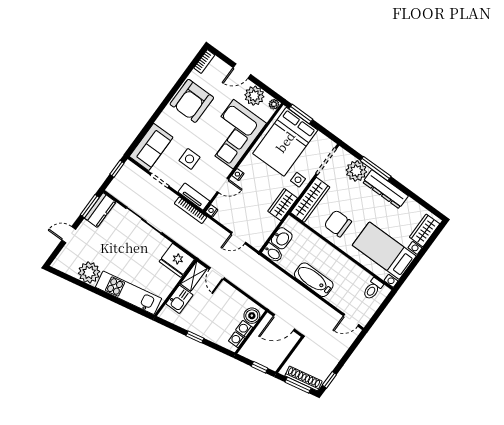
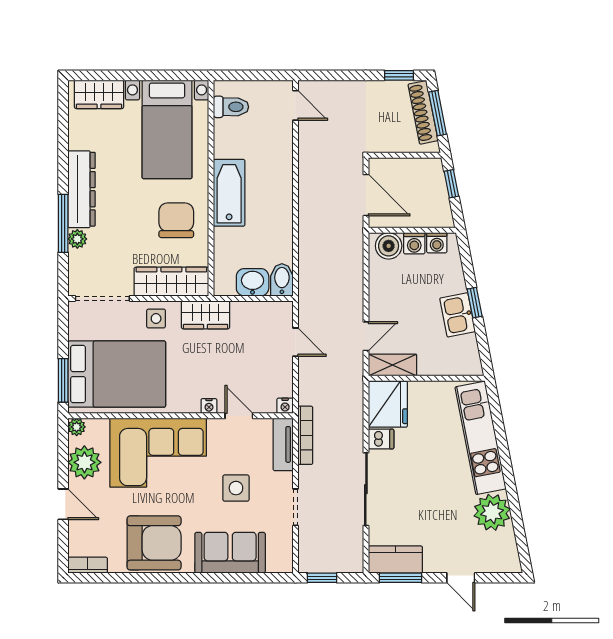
sofa: (151, 147) -> (230, 553), moved
plant: (356, 171) -> (77, 239), width x0.53, depth x0.53
chair: (338, 223) -> (176, 220), turned 180
dishwasher: (163, 245) -> (381, 439), added
bathtub: (314, 280) -> (229, 193), moved, turned 180
kitchen sink: (179, 299) -> (458, 315), moved, turned -101

